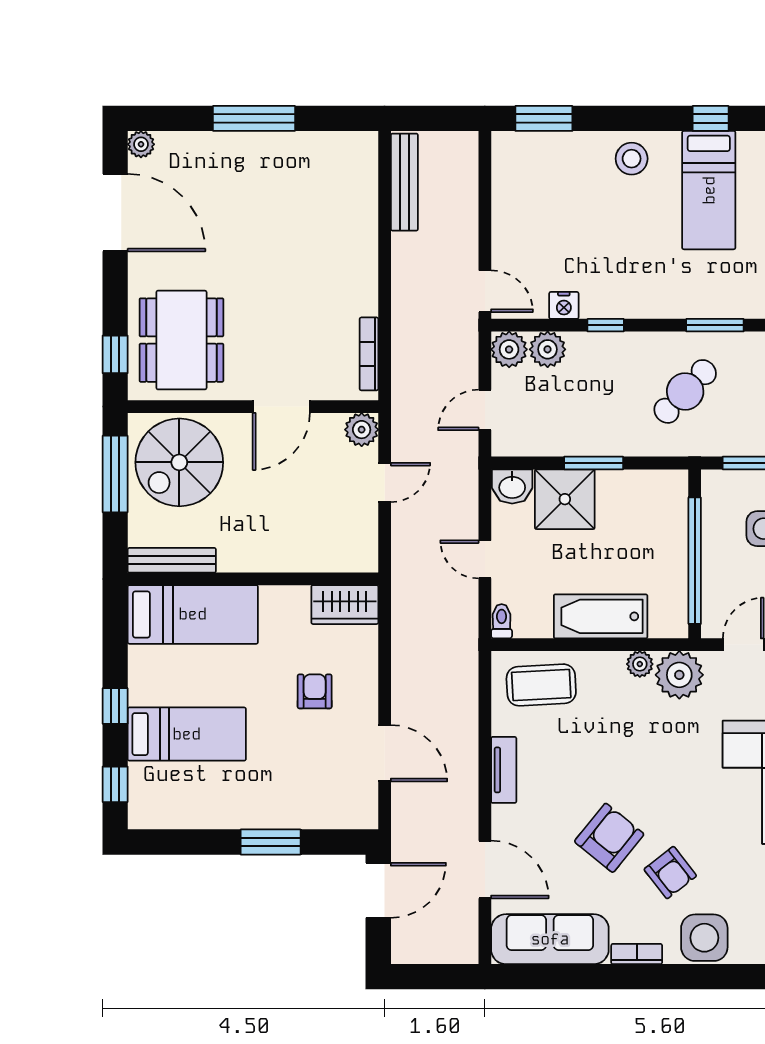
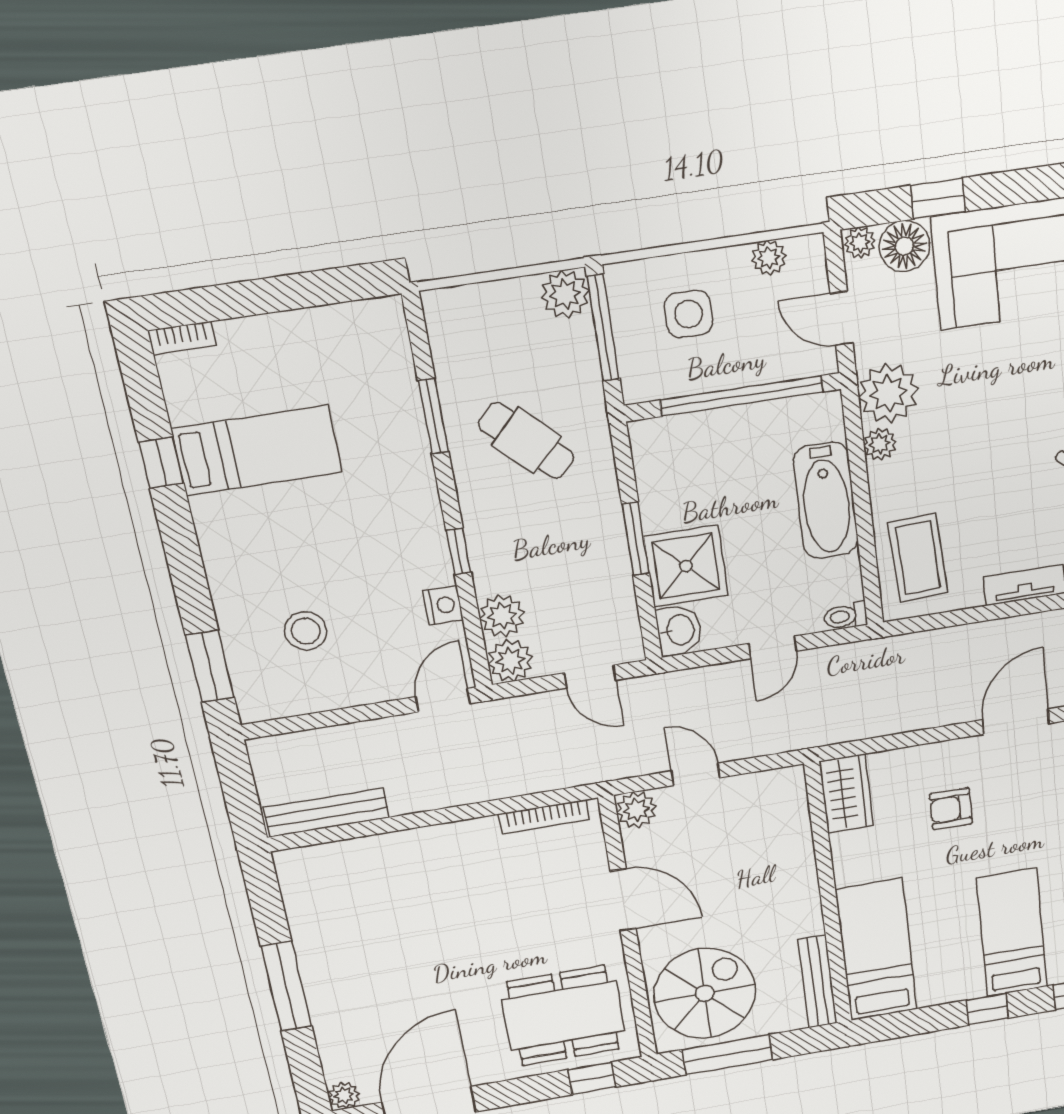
stool: (632, 159) -> (306, 631), moved
spiral stairs: (179, 462) -> (705, 993), turned -90

